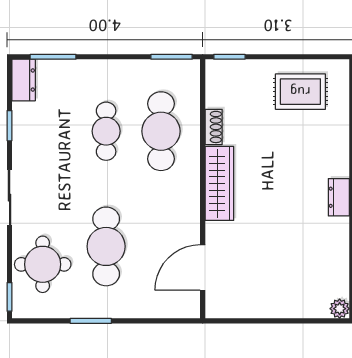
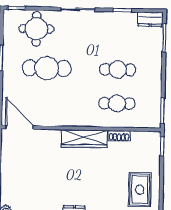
cafe table: (161, 131) -> (117, 103), width x0.73, depth x0.74
door: (203, 267) -> (19, 127), moved

